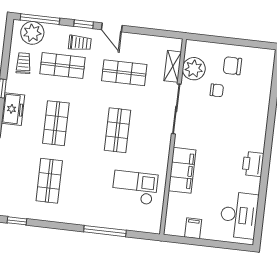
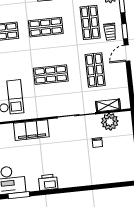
chair: (232, 66) -> (118, 150), removed
window: (261, 205) -> (19, 195), added

